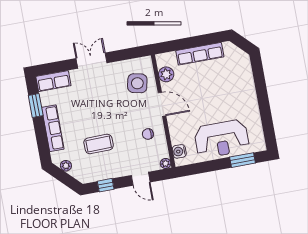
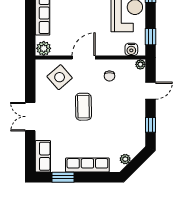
plant: (166, 74) -> (44, 48), moved
side table: (137, 83) -> (60, 77), turned 37
coffee table: (99, 144) -> (83, 107), moved
window: (196, 169) -> (150, 37), added

